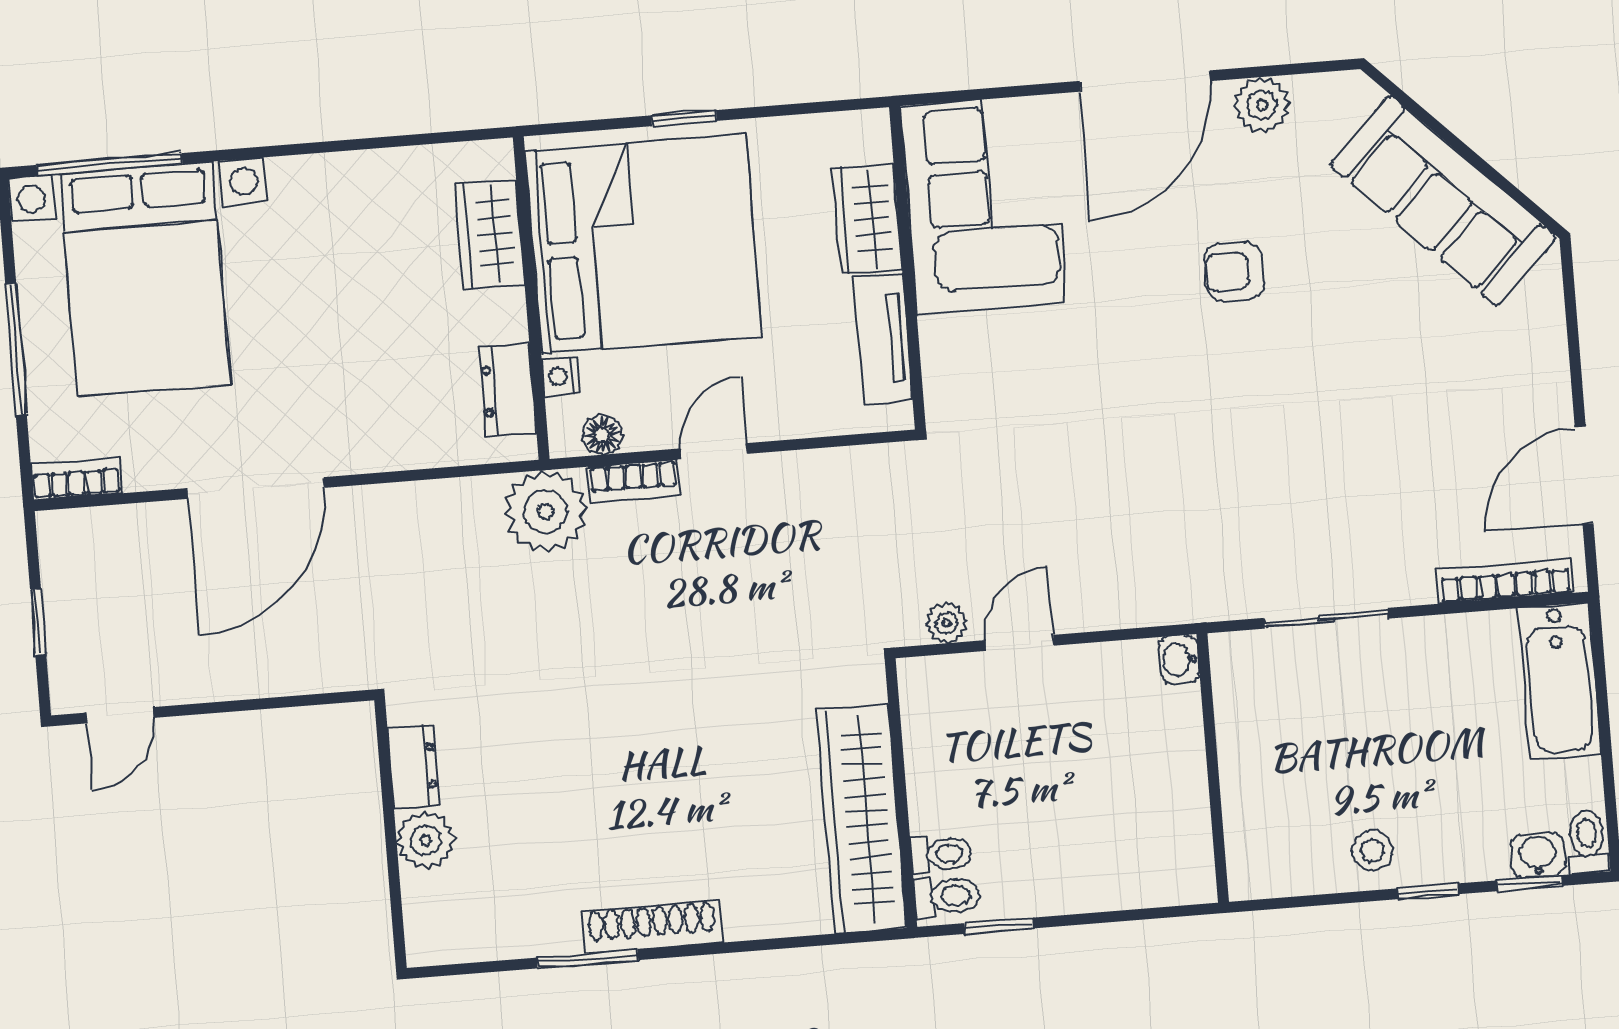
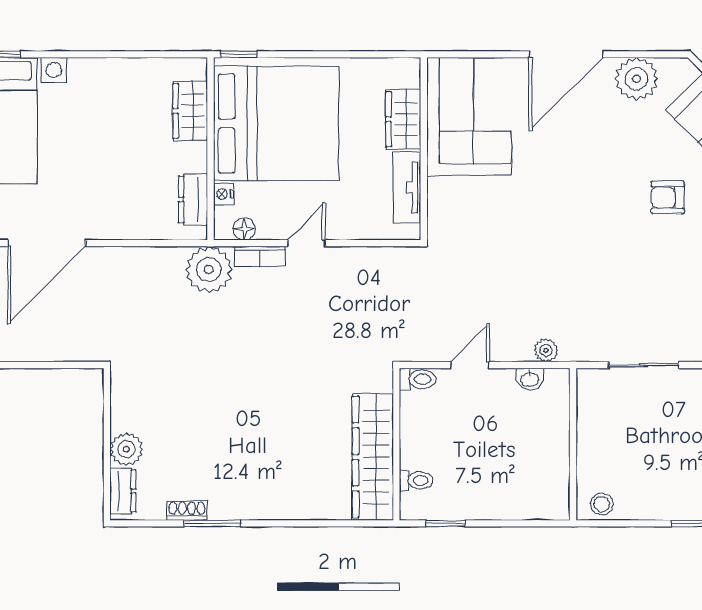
plant: (1262, 105) -> (636, 79), width x1.36, depth x1.36
window: (684, 118) -> (239, 54), moved
armchair: (1234, 271) -> (668, 197), moved
plant: (947, 623) -> (546, 350), moved
washbasin: (1179, 660) -> (530, 379), moved, turned -90
dresser: (413, 767) -> (123, 491), moved
stool: (1372, 851) -> (602, 504), moved
toilet: (947, 896) -> (417, 379), moved
shoe rack: (652, 927) -> (187, 511), moved, width x0.51, depth x0.81

